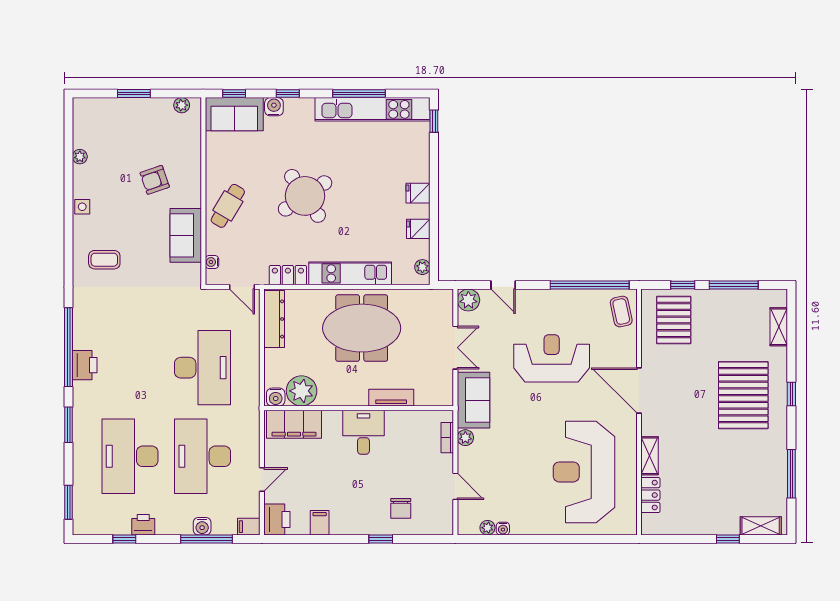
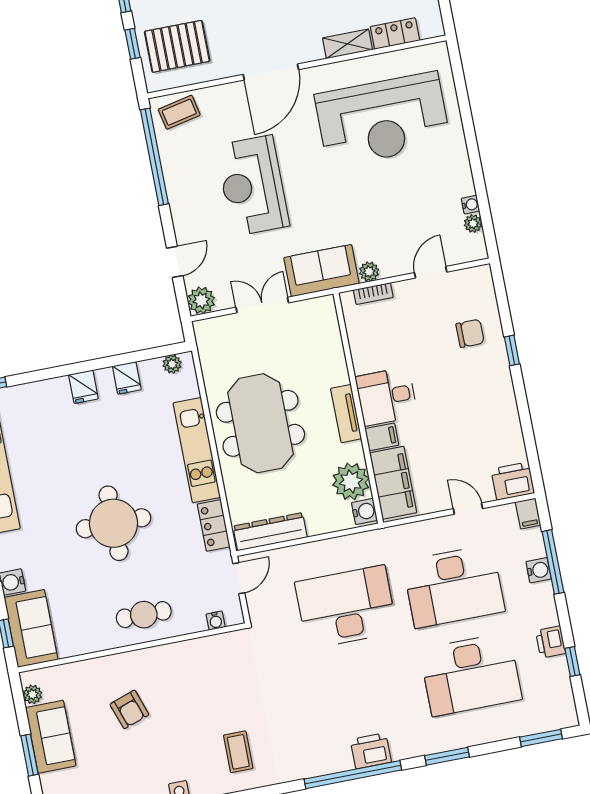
round table: (305, 196) -> (113, 523), turned 34
cafe table: (228, 206) -> (144, 615), turned -31
sofa: (186, 235) -> (51, 737), moved, turned -90
tv unit: (391, 398) -> (346, 414), moved
filing cabinet: (320, 523) -> (382, 437), moved, turned 180

